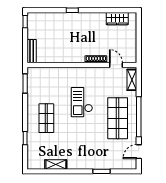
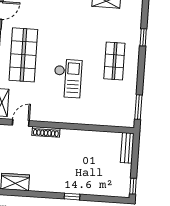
door: (116, 65) -> (21, 123), swing flipped

